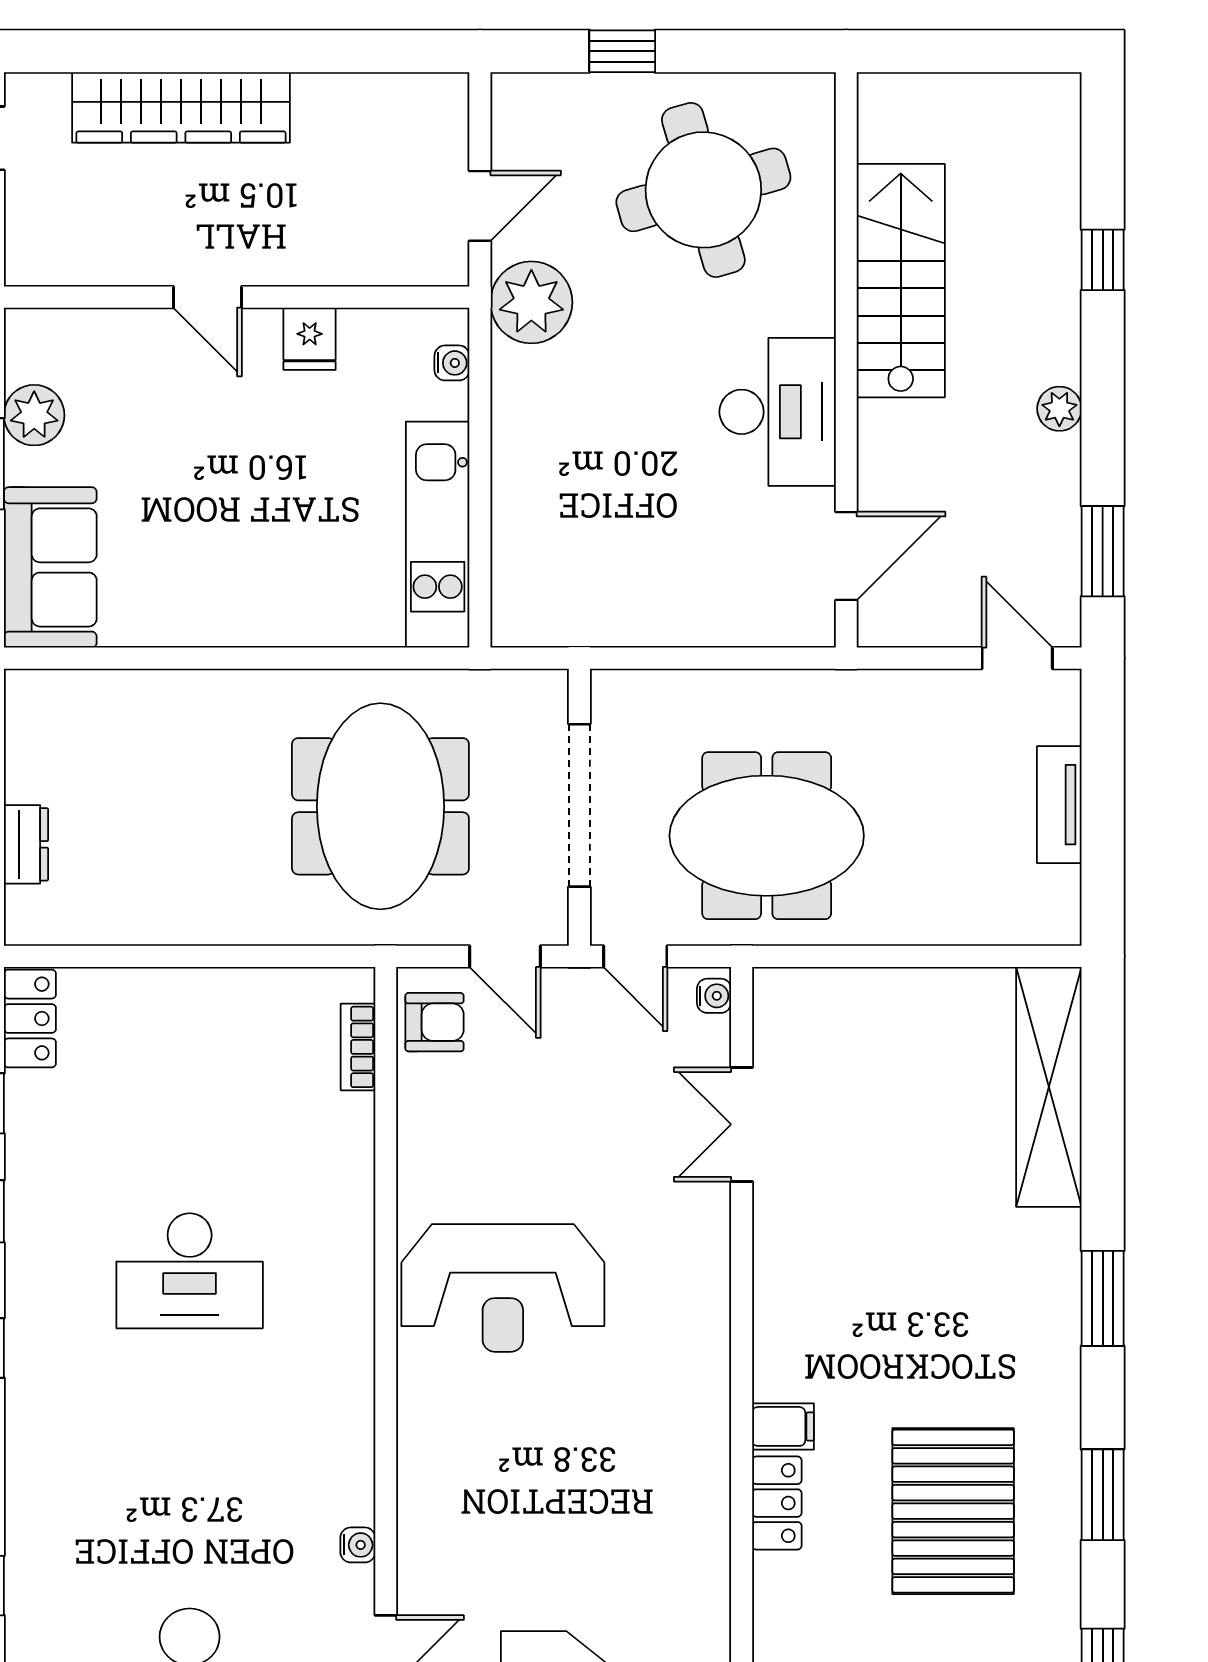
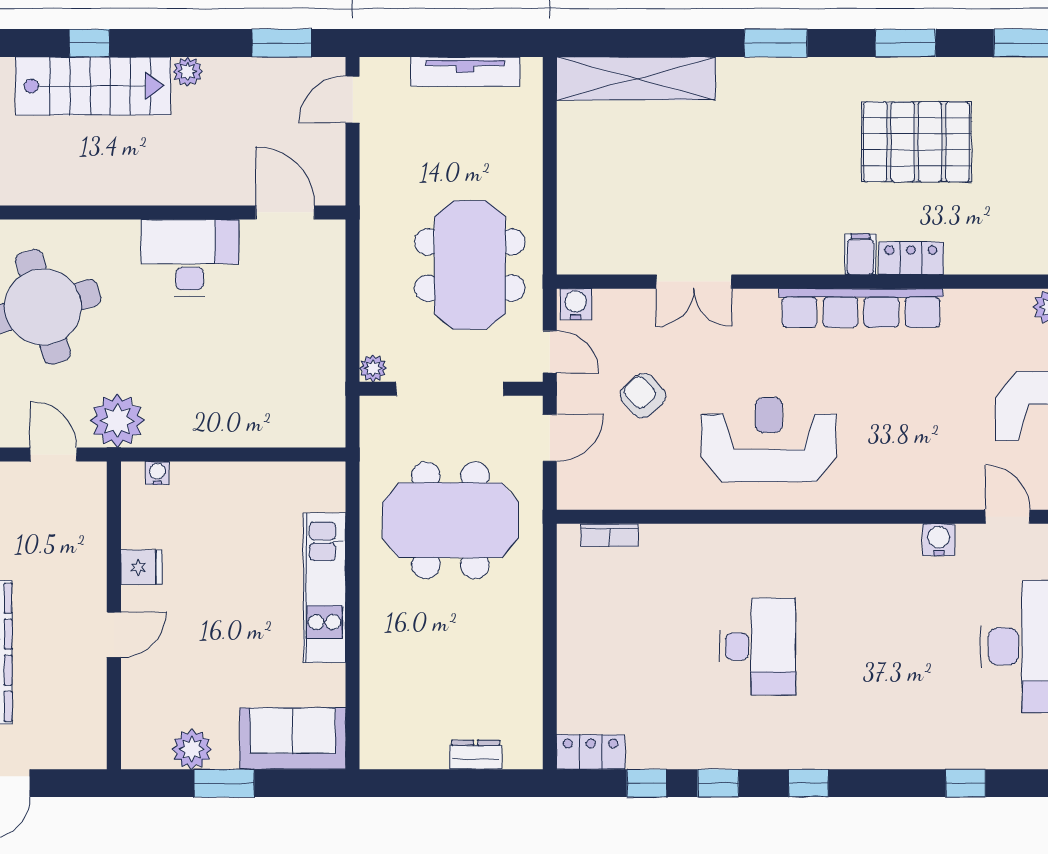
stairs: (901, 281) -> (93, 86), moved, turned 180
kitchen unit: (438, 535) -> (325, 588), moved, turned 90
plant: (611, 689) -> (373, 368), added
tv unit: (1059, 805) -> (465, 72), width x1.41
door: (635, 956) -> (550, 352), hinge flipped
water cooler: (714, 996) -> (576, 304), width x1.38, depth x1.38
armchair: (434, 1022) -> (643, 396), moved, turned -42
double door: (742, 1124) -> (694, 282), moved
reception desk: (503, 1288) -> (769, 439), turned -90
row of seats: (702, 1427) -> (861, 308), added
water cooler: (358, 1545) -> (939, 540), width x1.38, depth x1.38

